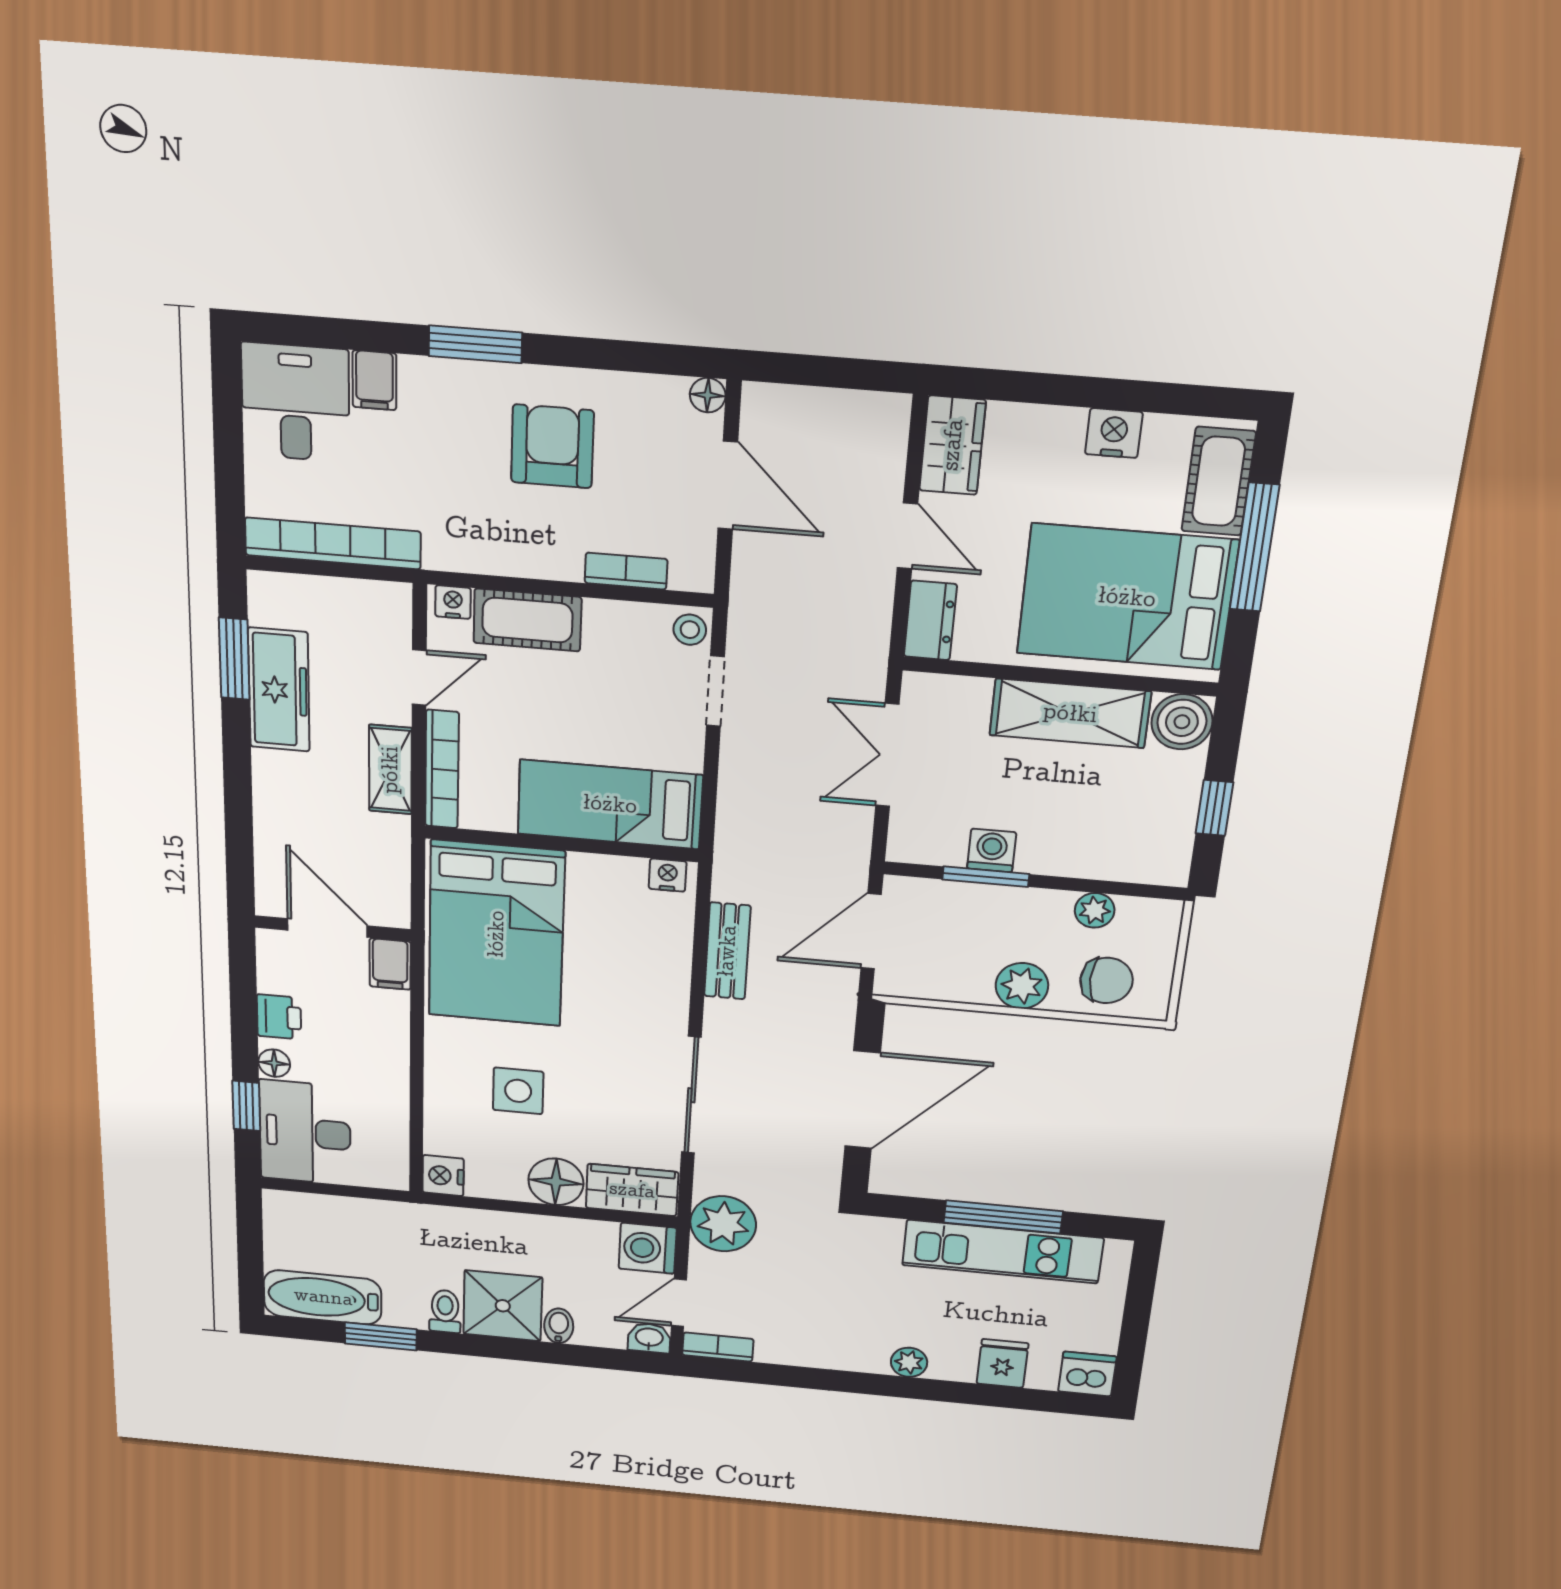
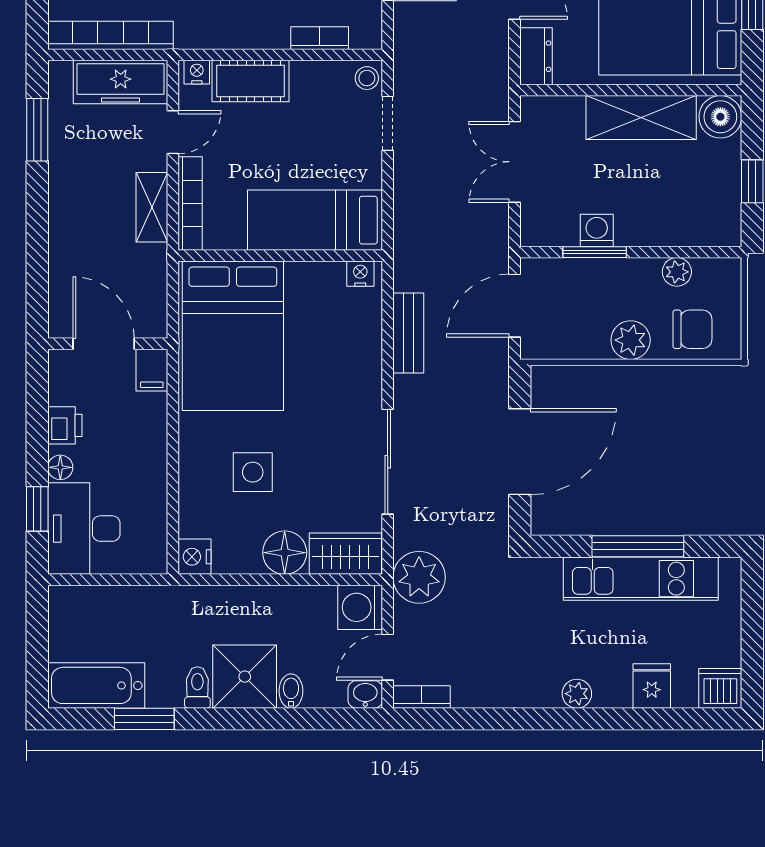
freezer: (279, 690) -> (121, 82), moved, turned 90

